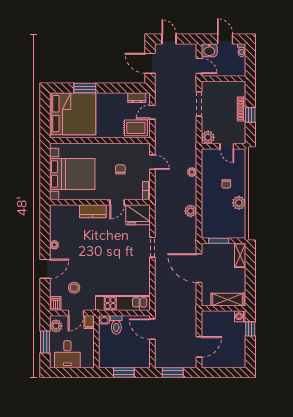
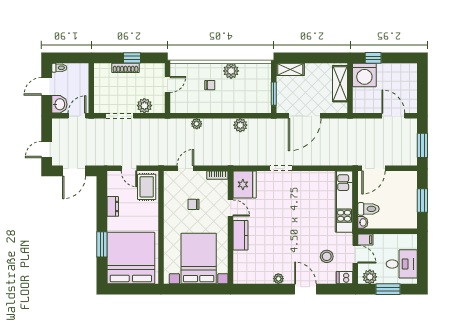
dresser: (137, 98) -> (113, 206), moved
plant: (208, 137) -> (144, 106), moved
washing machine: (240, 316) -> (364, 75), width x1.89, depth x1.89

